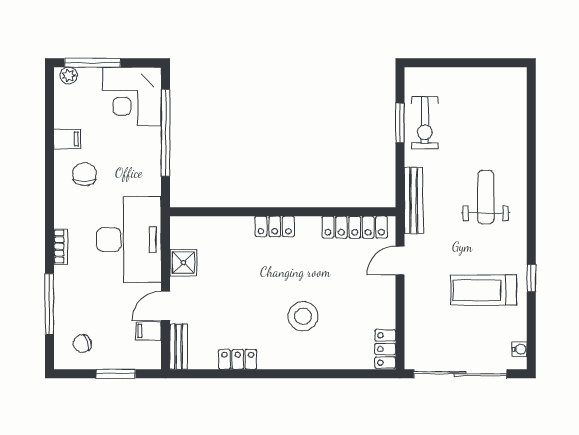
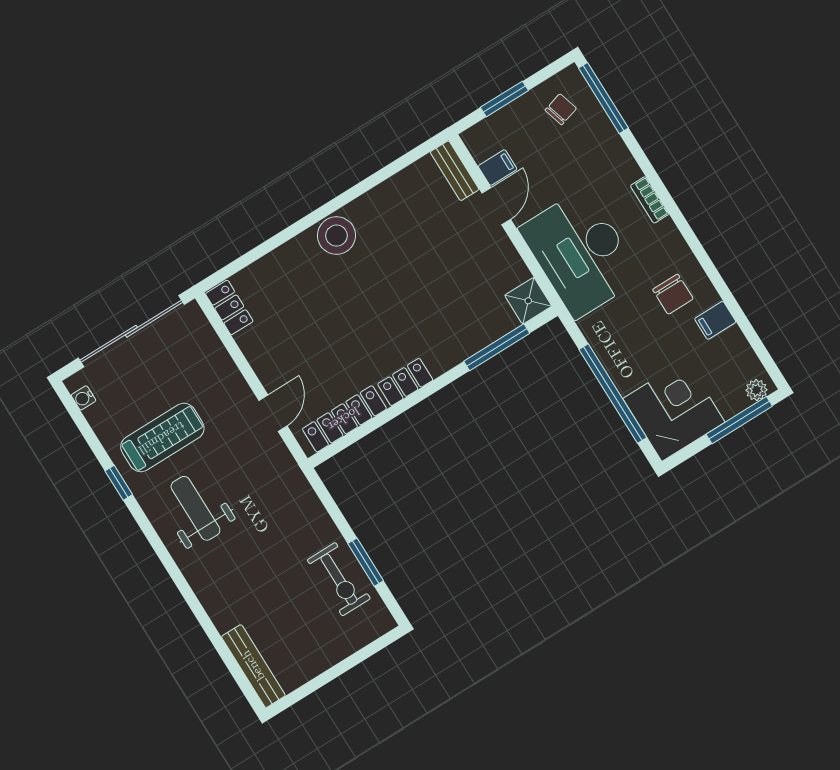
exercise bike: (425, 123) -> (339, 579), turned 180
weight bench: (486, 197) -> (195, 508), moved, turned 180
bench: (414, 201) -> (253, 666), moved
window: (224, 212) -> (497, 347), added
locker: (275, 226) -> (405, 382), moved
shower: (183, 263) -> (528, 301), moved
window: (49, 304) -> (603, 98), moved
stool: (303, 316) -> (336, 236), moved
locker: (238, 359) -> (382, 197), removed

